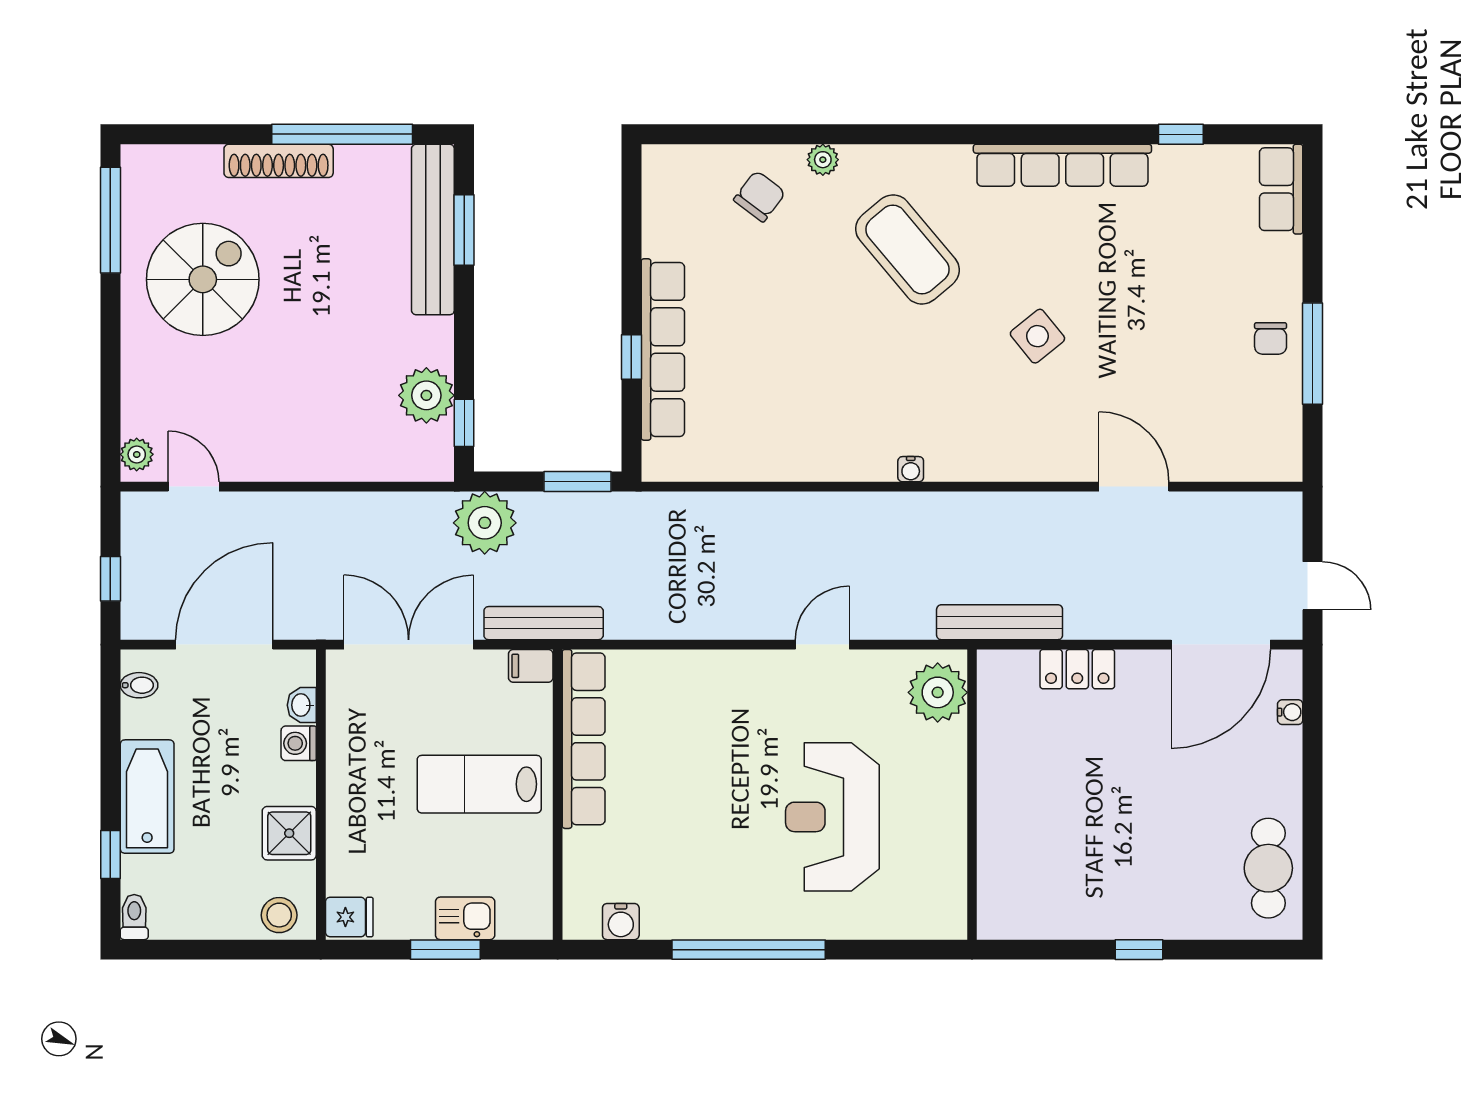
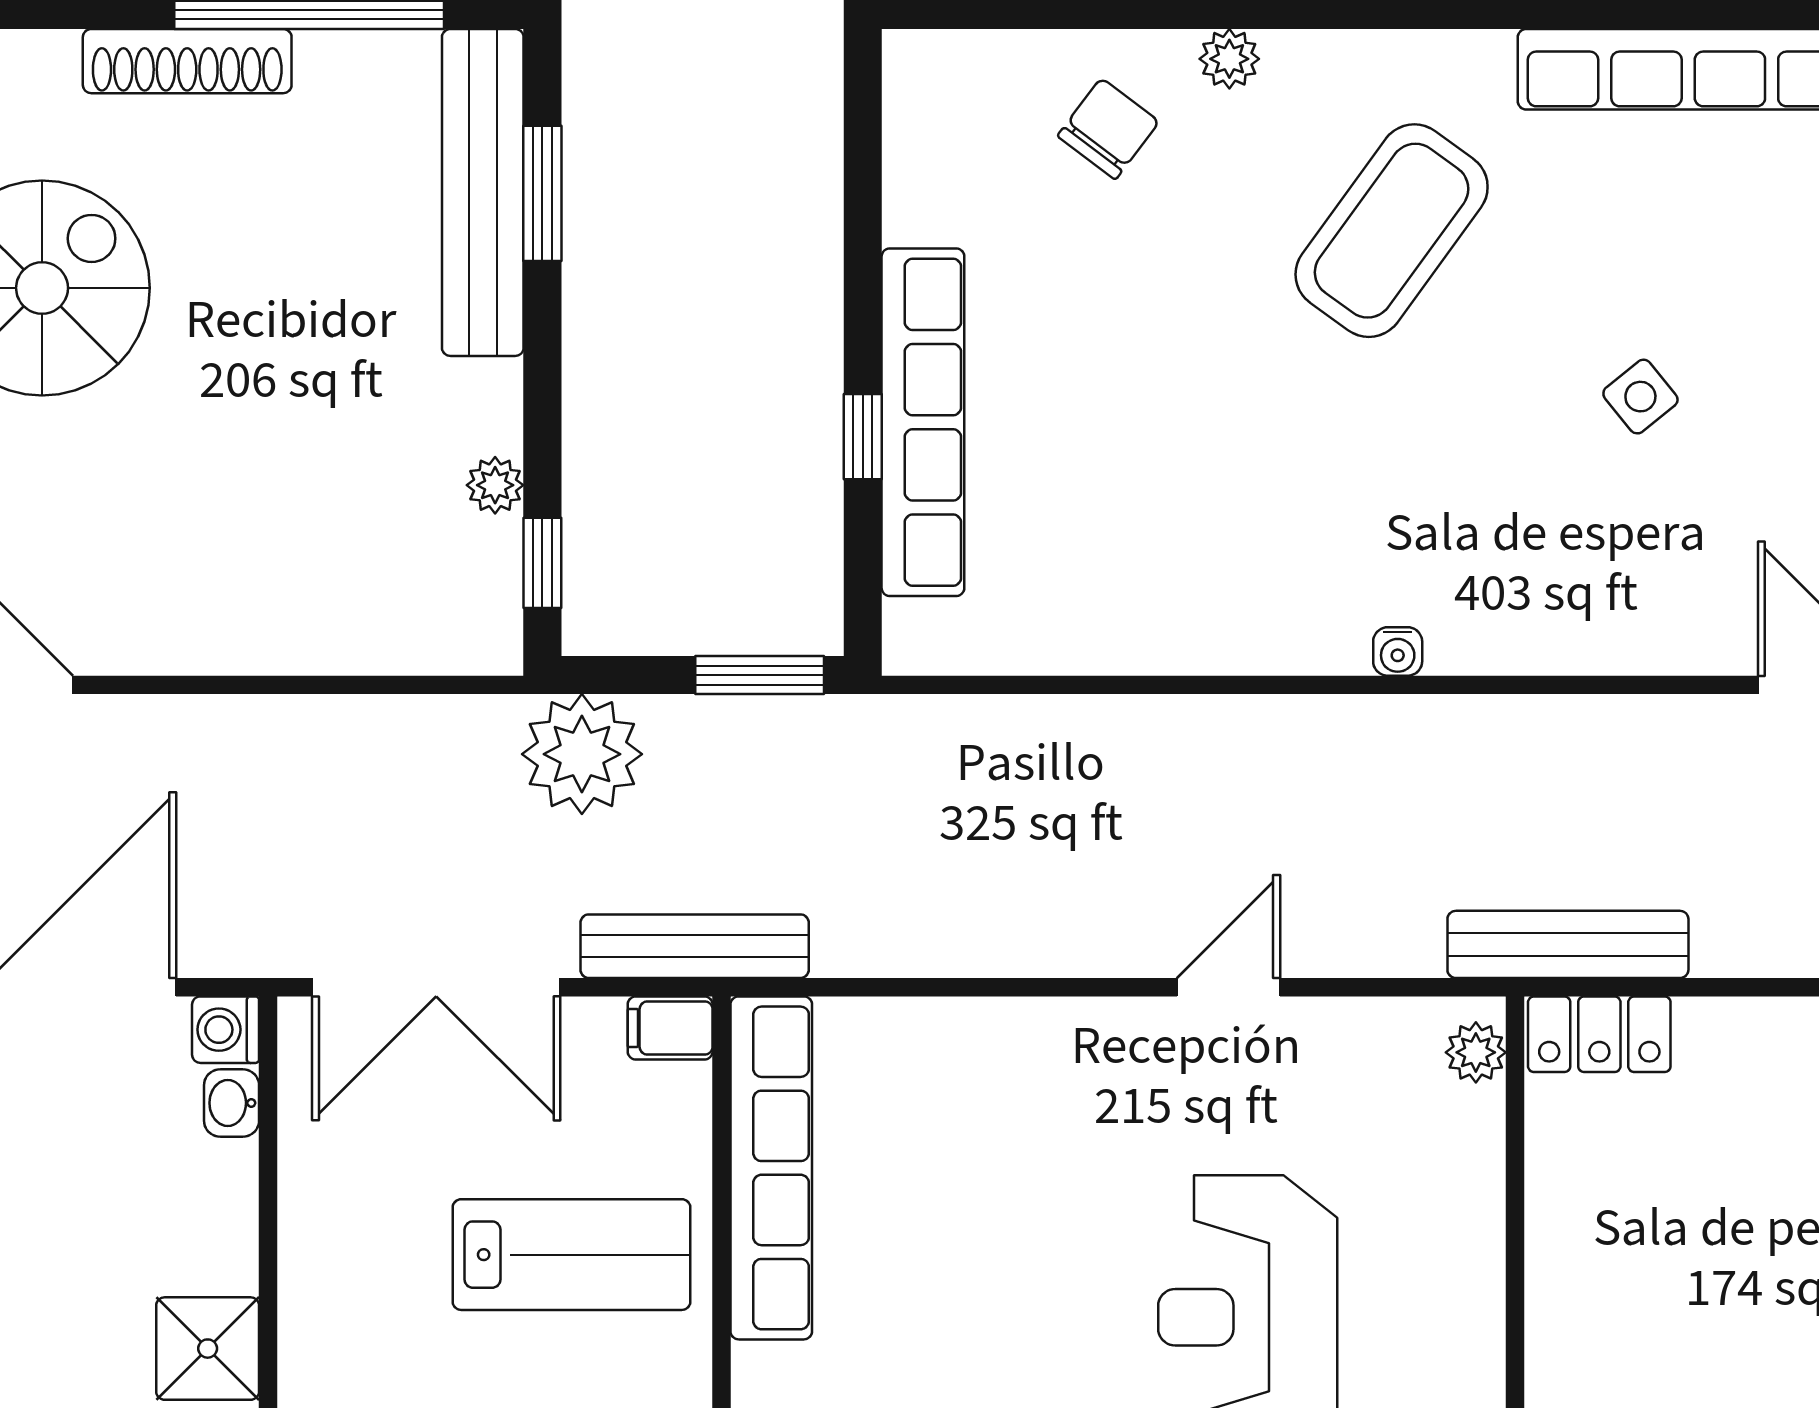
coffee table: (907, 249) -> (1392, 231), turned 76
side table: (1037, 336) -> (1640, 397), width x0.73, depth x0.73
plant: (426, 395) -> (495, 485), width x0.53, depth x0.53
double door: (409, 645) -> (436, 987), swing flipped
locker: (1077, 669) -> (1599, 1034), moved
plant: (938, 692) -> (1476, 1052), width x0.53, depth x0.53
washing machine: (299, 743) -> (226, 1030), moved
lab bench: (479, 784) -> (571, 1255), turned 180

